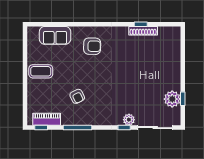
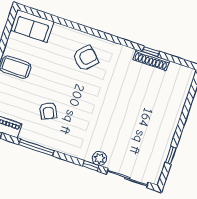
sofa: (55, 35) -> (32, 26), moved
armchair: (92, 46) -> (85, 58), turned -47
plant: (172, 99) -> (158, 151), removed

